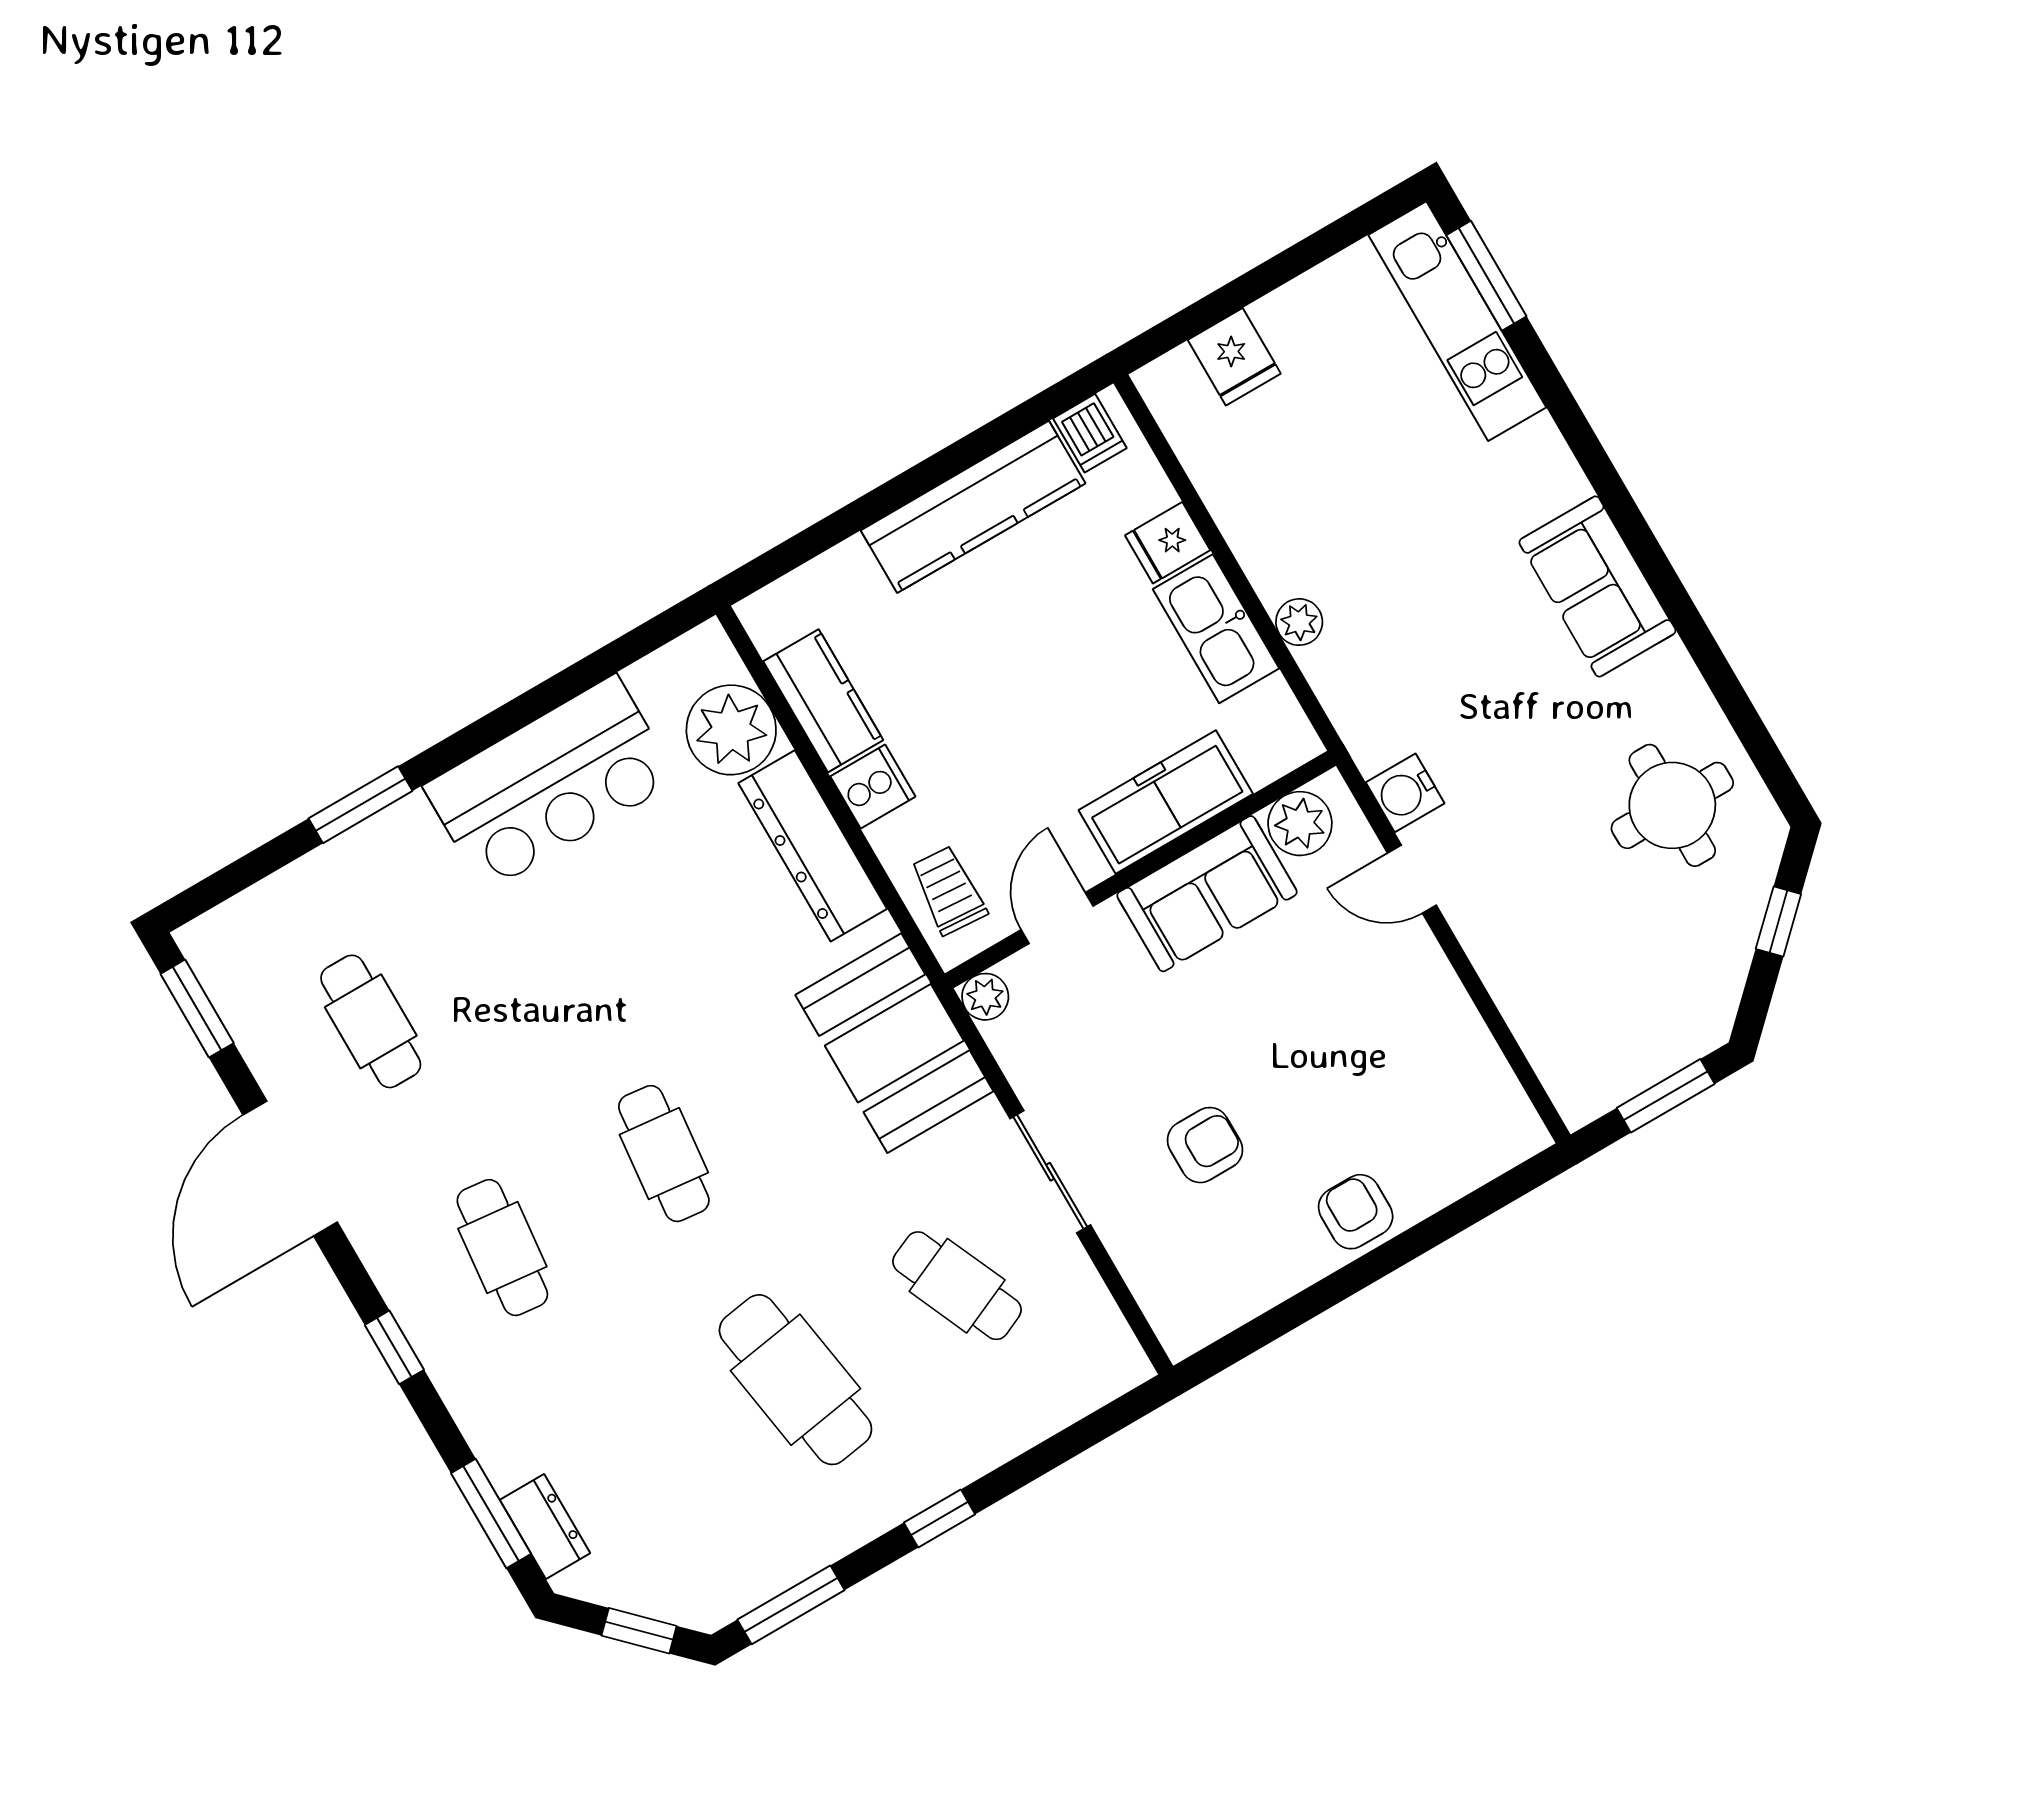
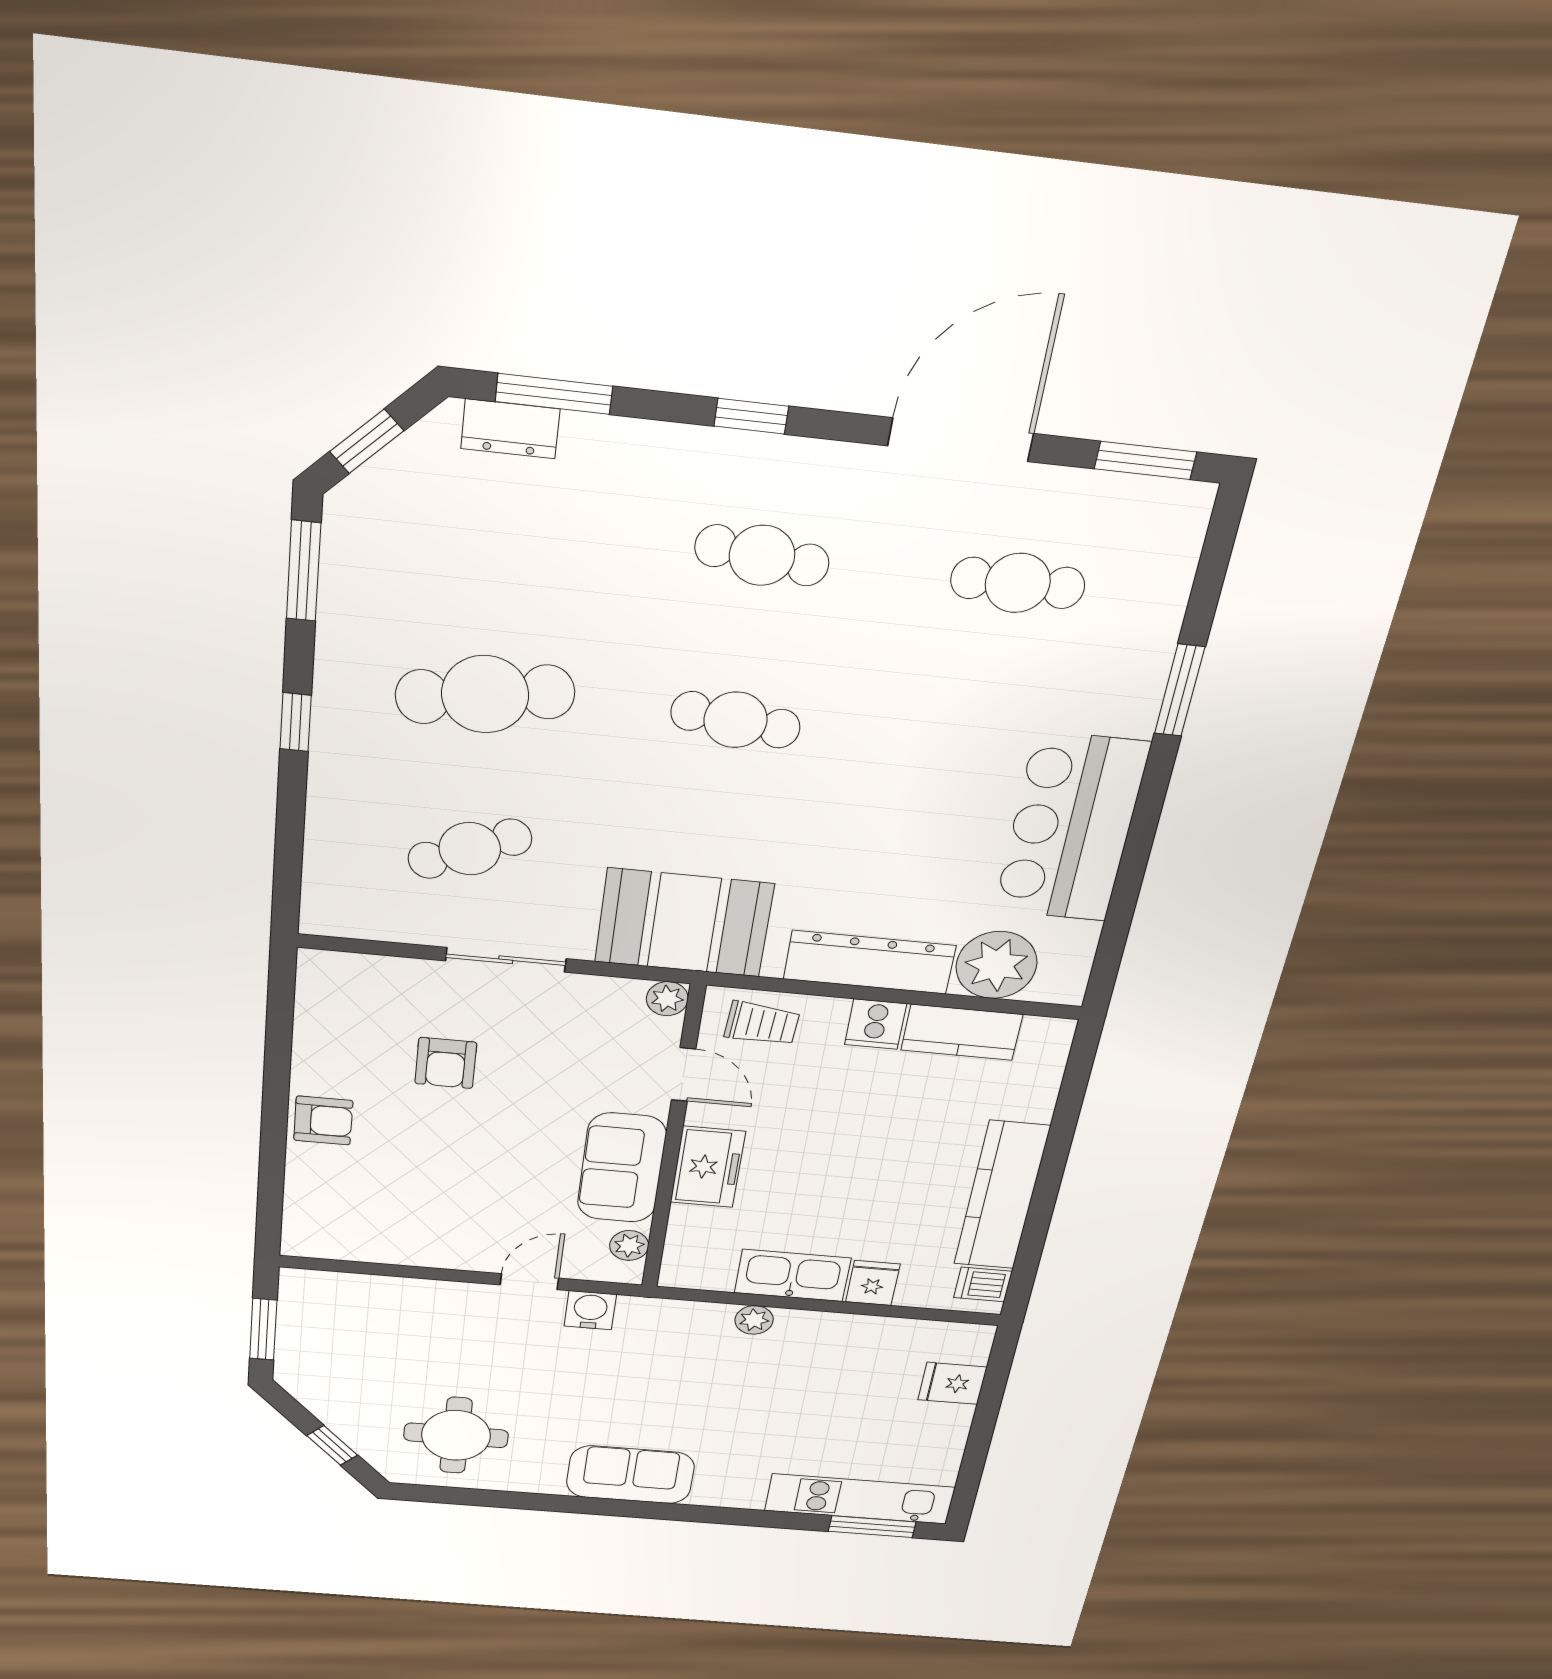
freezer: (1166, 802) -> (708, 1167), width x0.71
plant: (1300, 824) -> (629, 1245), width x0.73, depth x0.73
door: (290, 1168) -> (961, 440), hinge flipped

